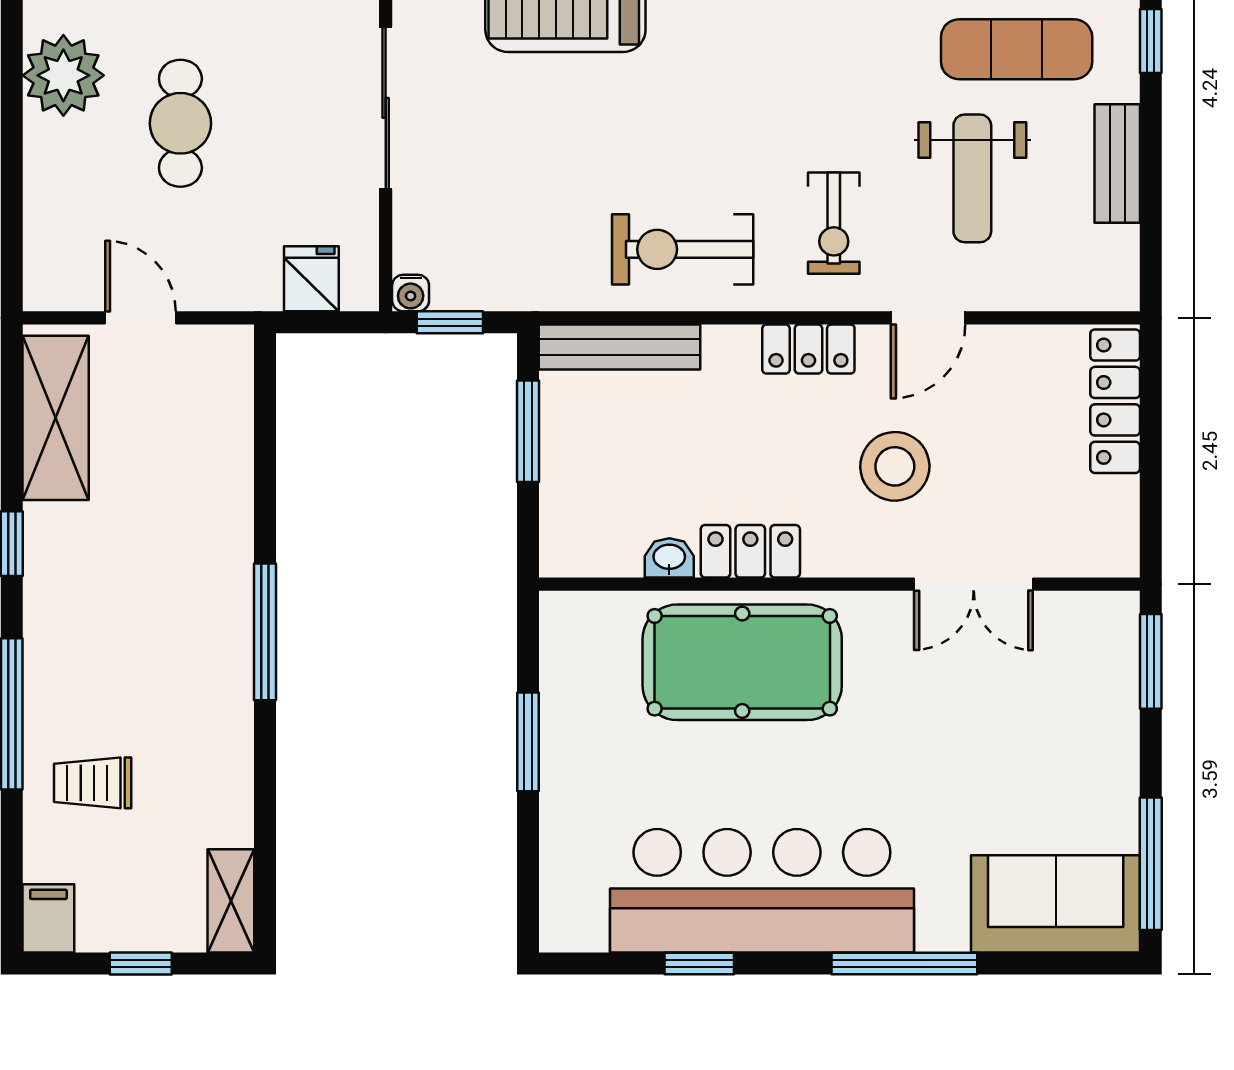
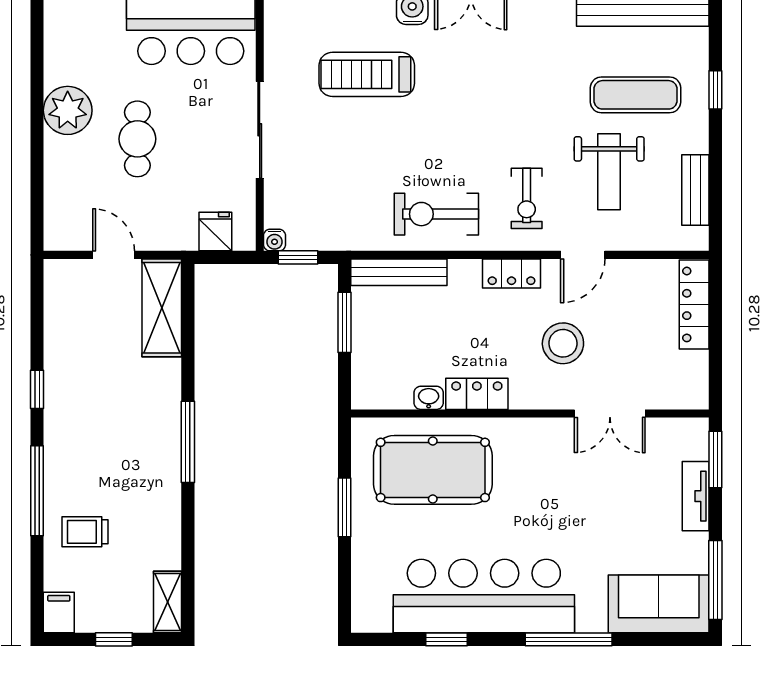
bench: (1117, 164) -> (695, 190), moved
shelving: (56, 418) -> (162, 308), moved
pool table: (742, 662) -> (433, 470), moved
tv unit: (1118, 723) -> (696, 496), added

